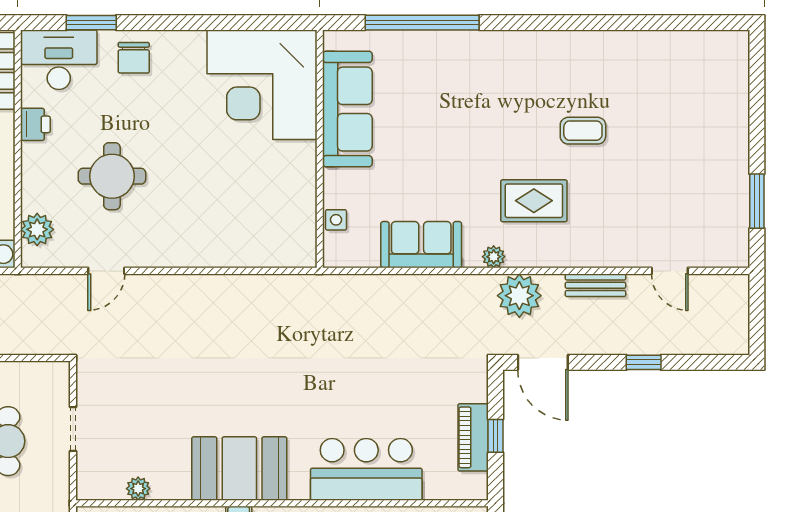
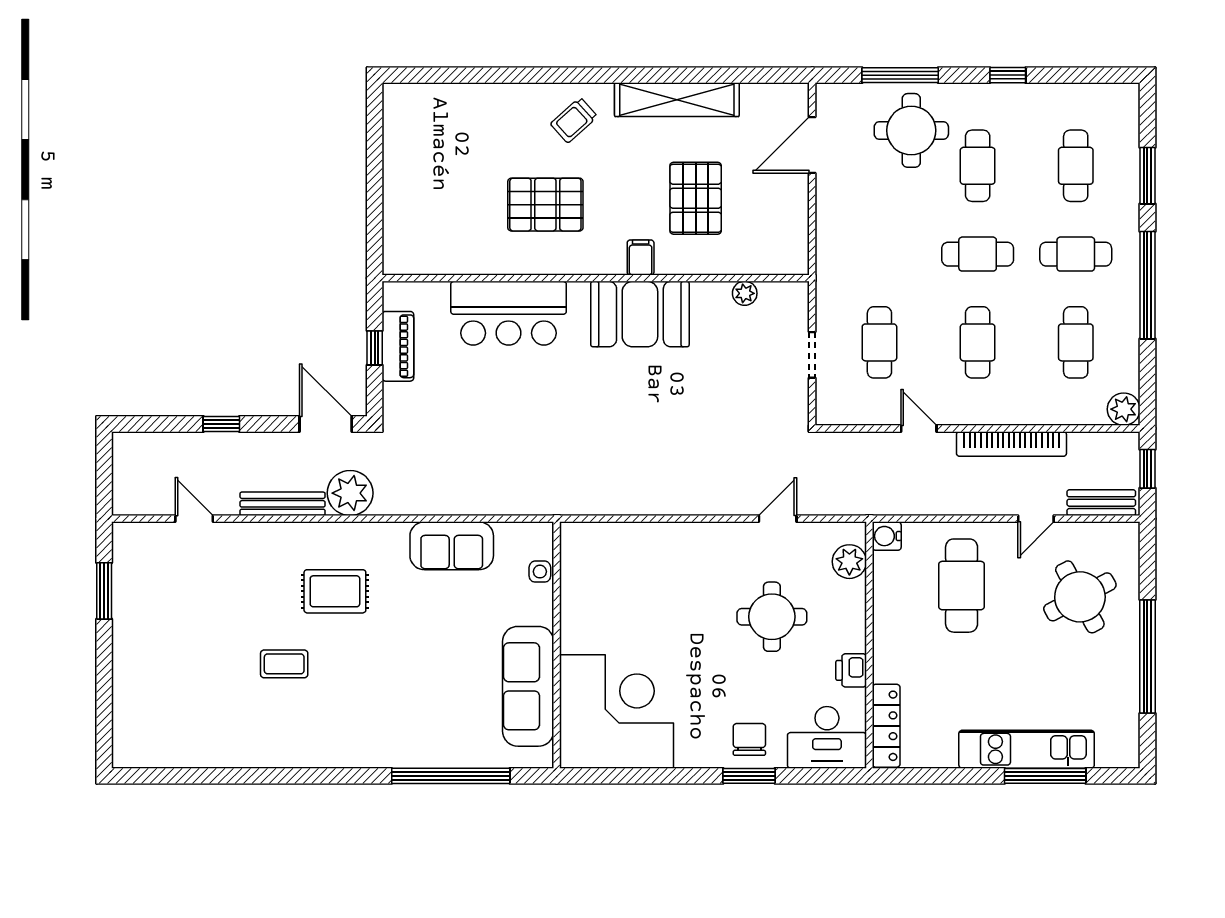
window: (91, 23) -> (749, 776), moved
plant: (494, 257) -> (377, 533), removed
bench: (595, 285) -> (283, 504), width x1.36

